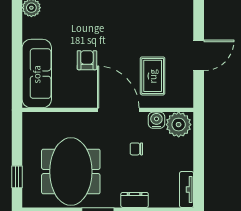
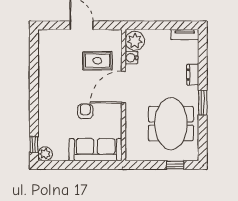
armchair: (87, 60) -> (85, 111), turned 90
chair: (136, 149) -> (154, 73), removed
meeting table: (71, 172) -> (171, 124), turned 90

